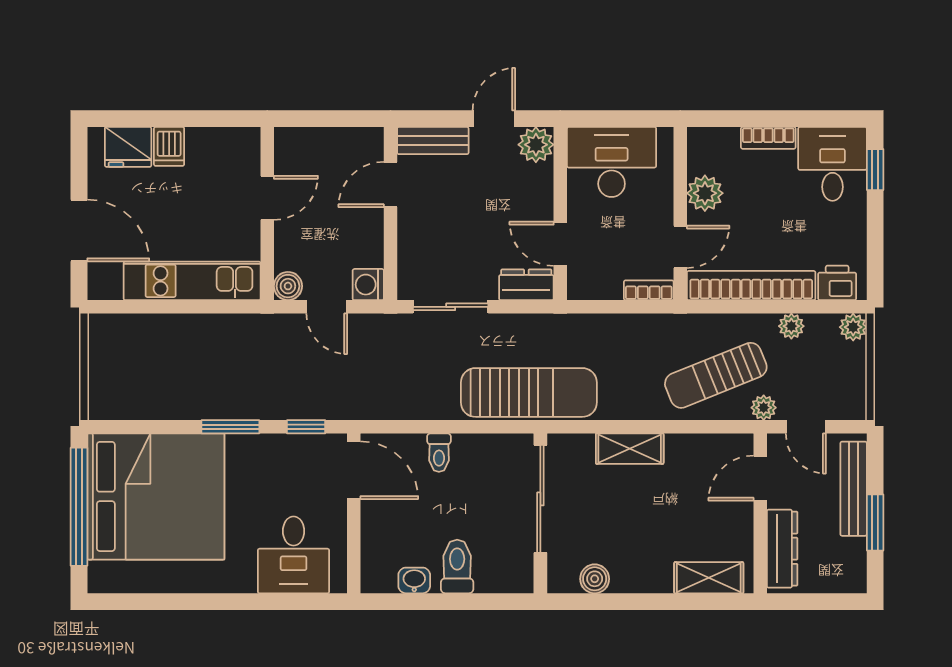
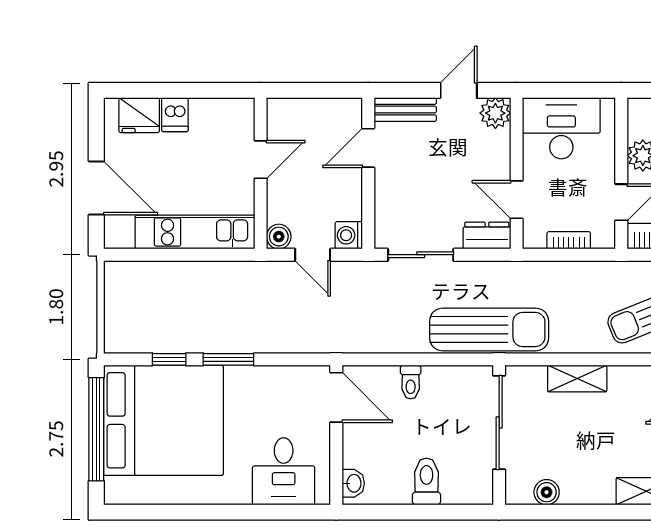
bookcase: (649, 290) -> (569, 240), moved
window: (306, 427) -> (169, 359), moved
washbasin: (414, 580) -> (353, 483), moved, turned 90

